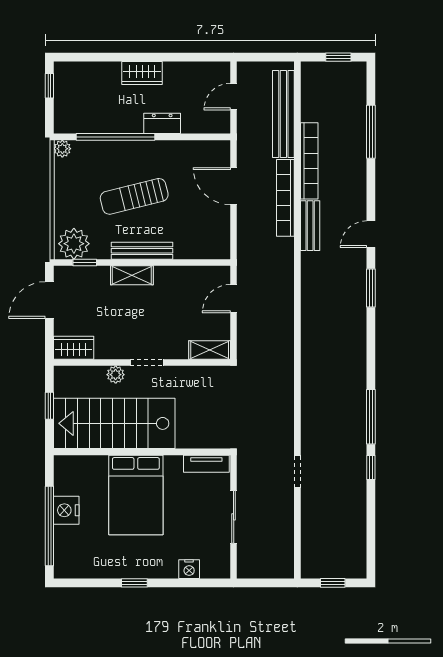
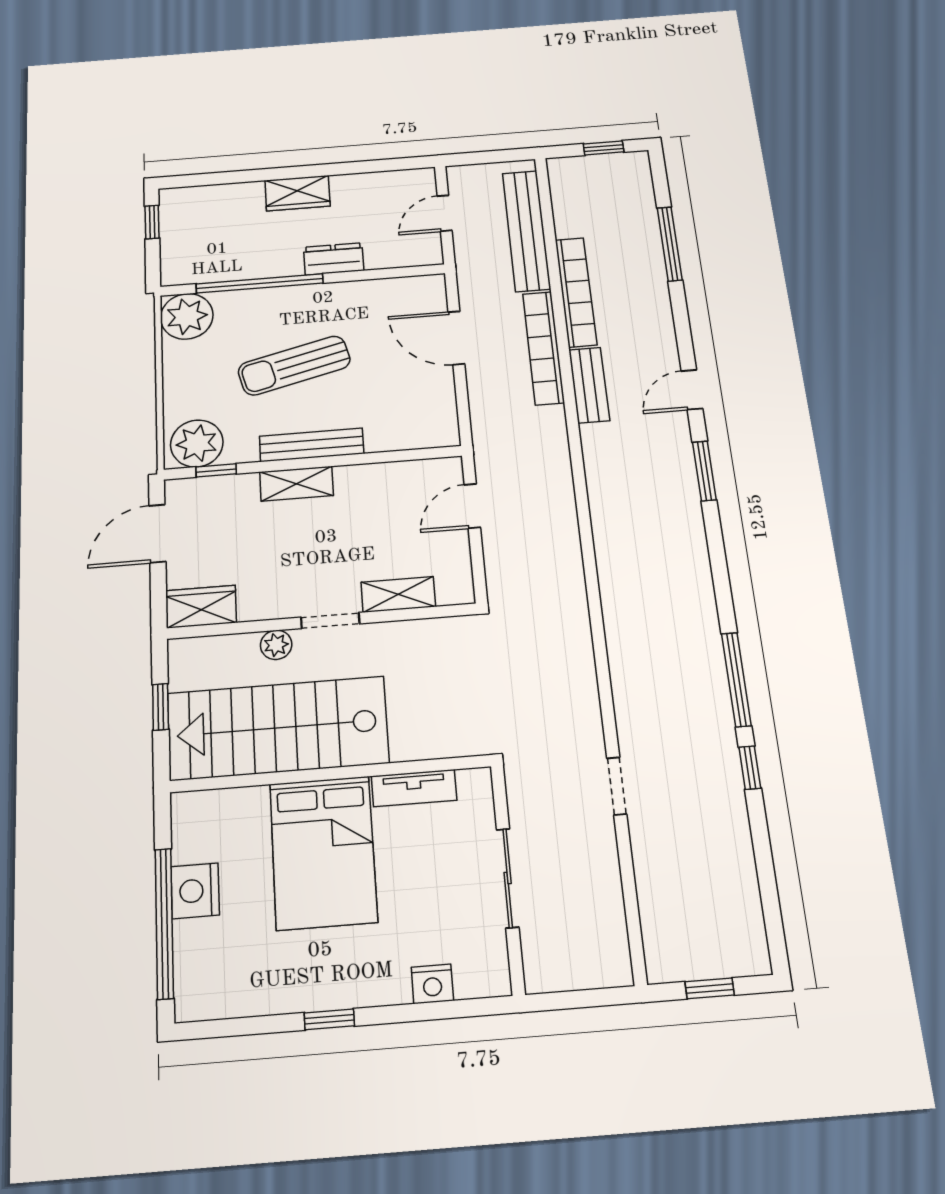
plant: (62, 149) -> (187, 316), width x1.88, depth x1.88
shelving: (210, 350) -> (398, 594), moved
tv unit: (206, 464) -> (414, 788), moved

